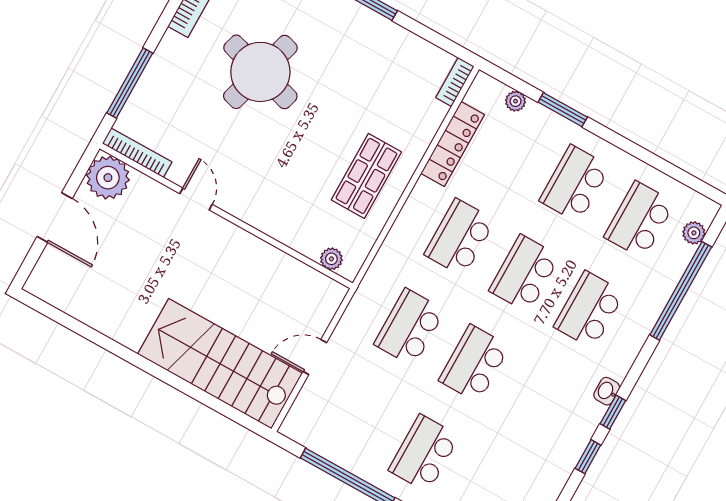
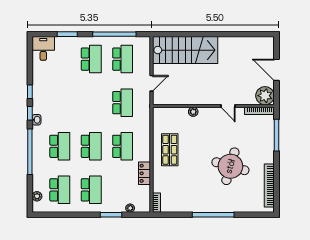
locker: (453, 144) -> (144, 173), width x0.66
plant: (331, 259) -> (193, 112), moved
window: (681, 291) -> (30, 152), moved
door: (315, 357) -> (151, 83), moved
school desk: (474, 363) -> (123, 59), moved

